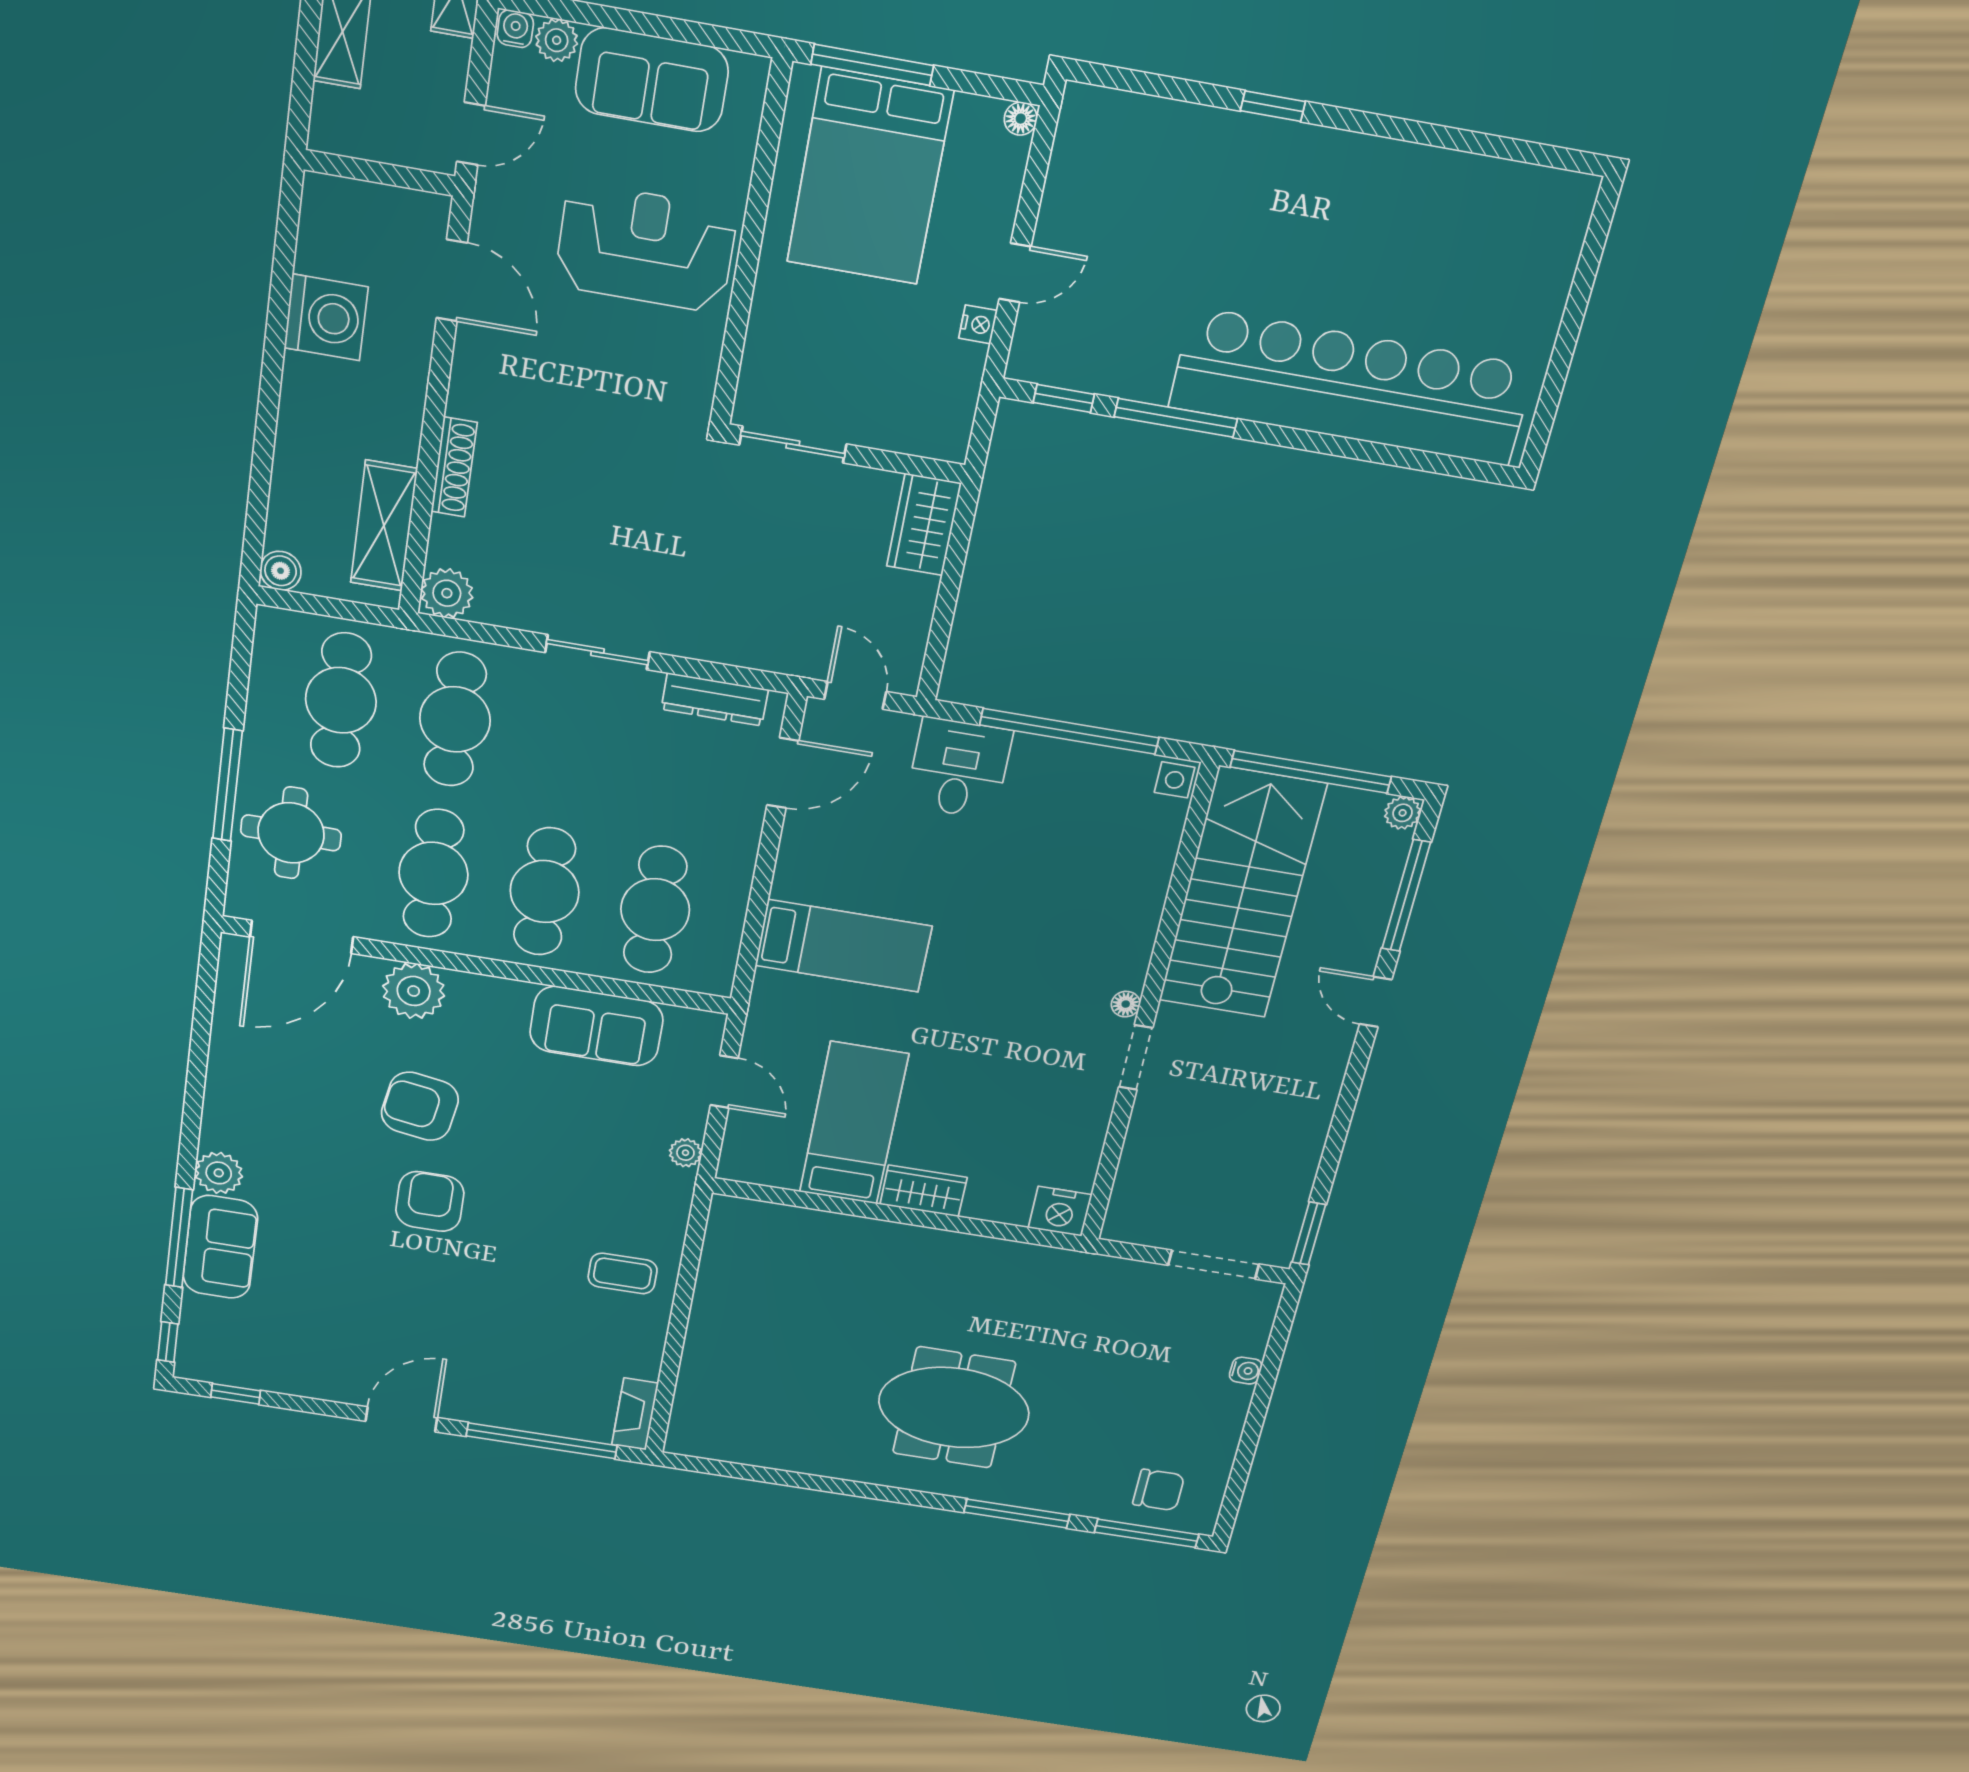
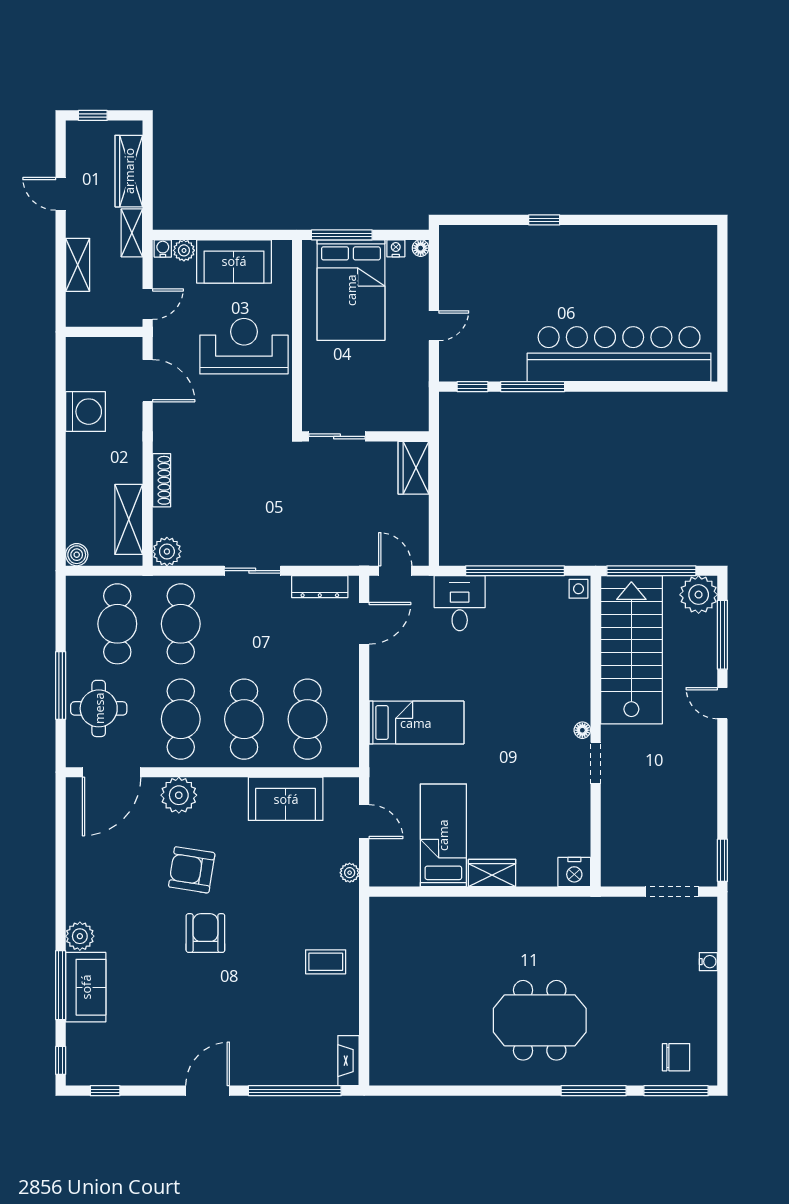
nightstand: (978, 324) -> (396, 248), moved, turned -90
plant: (1403, 813) -> (699, 595), width x1.88, depth x1.88

